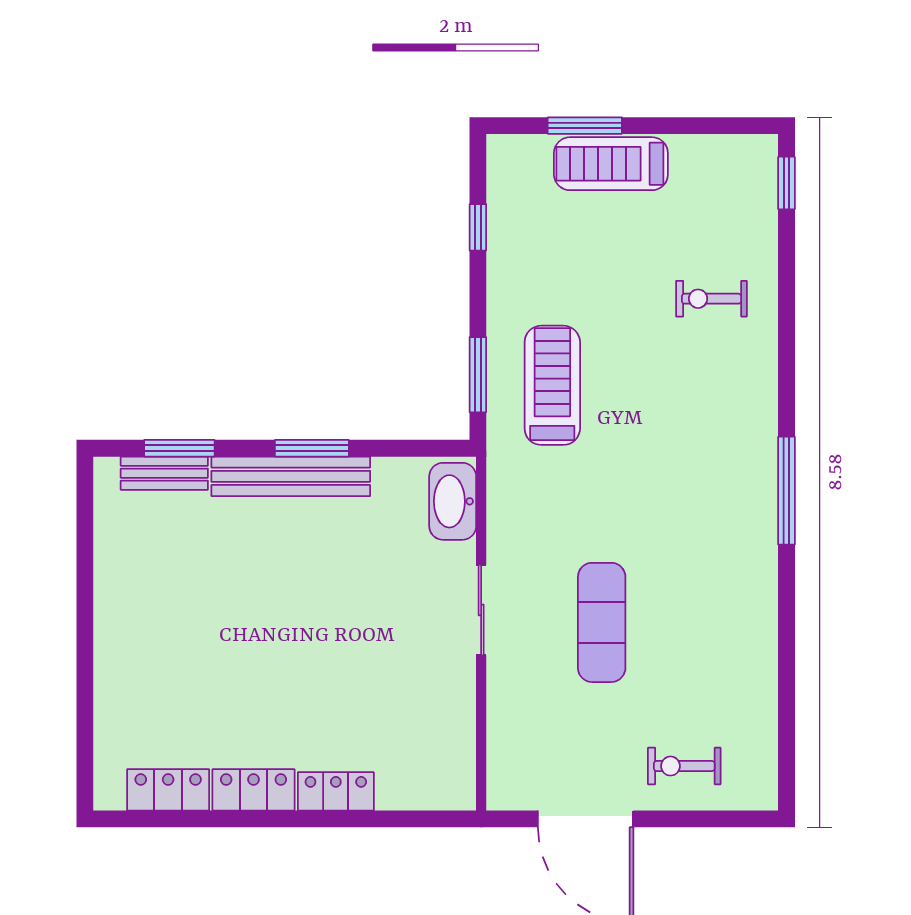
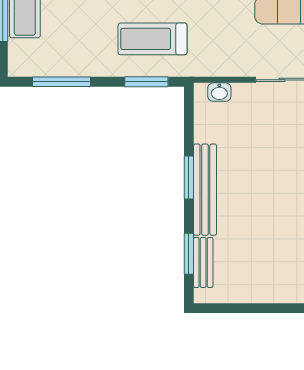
window: (478, 227) -> (61, 82), width x2.17
washbasin: (453, 501) -> (219, 92), width x0.52, depth x0.69

